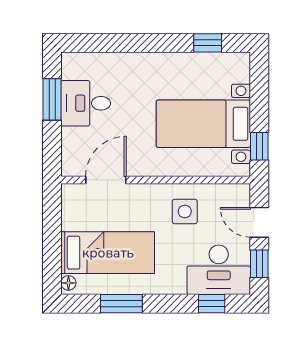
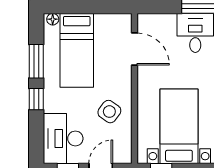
side table: (185, 211) -> (109, 112), turned 36
window: (212, 304) -> (36, 99), moved

